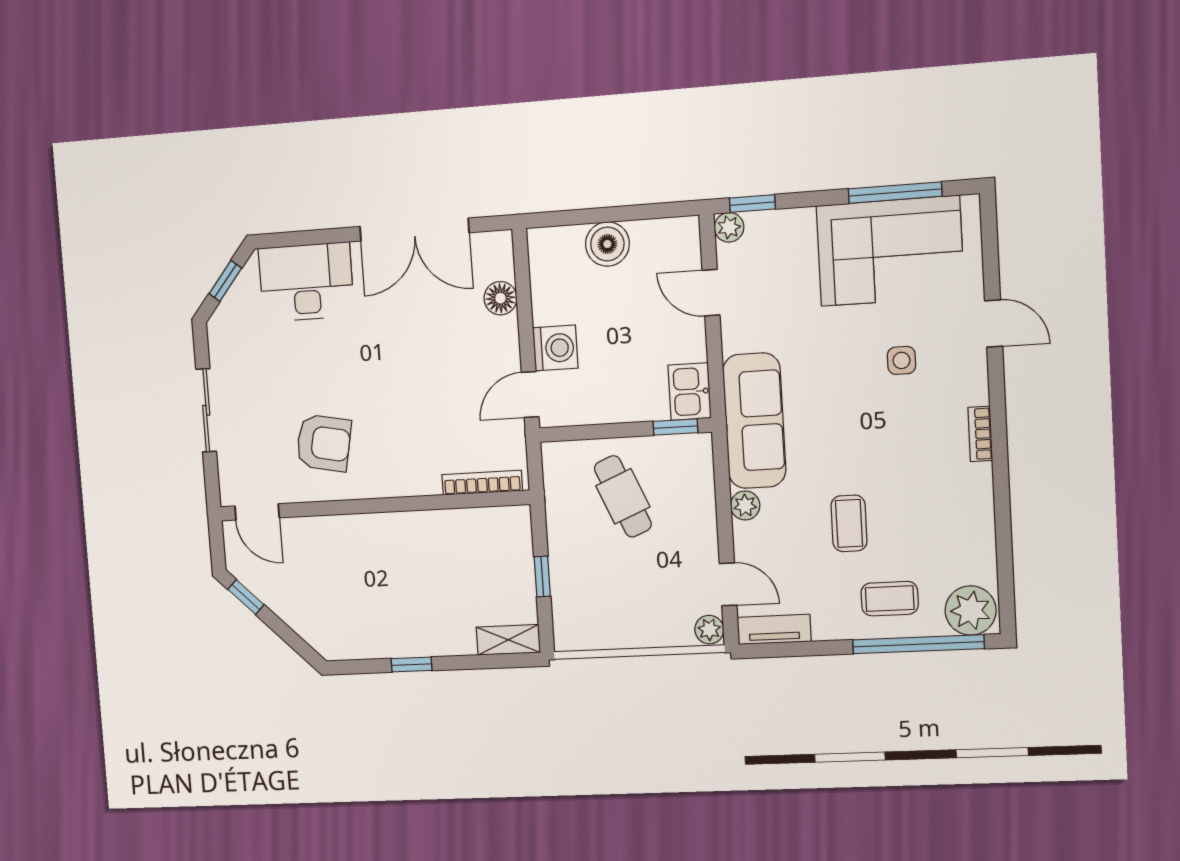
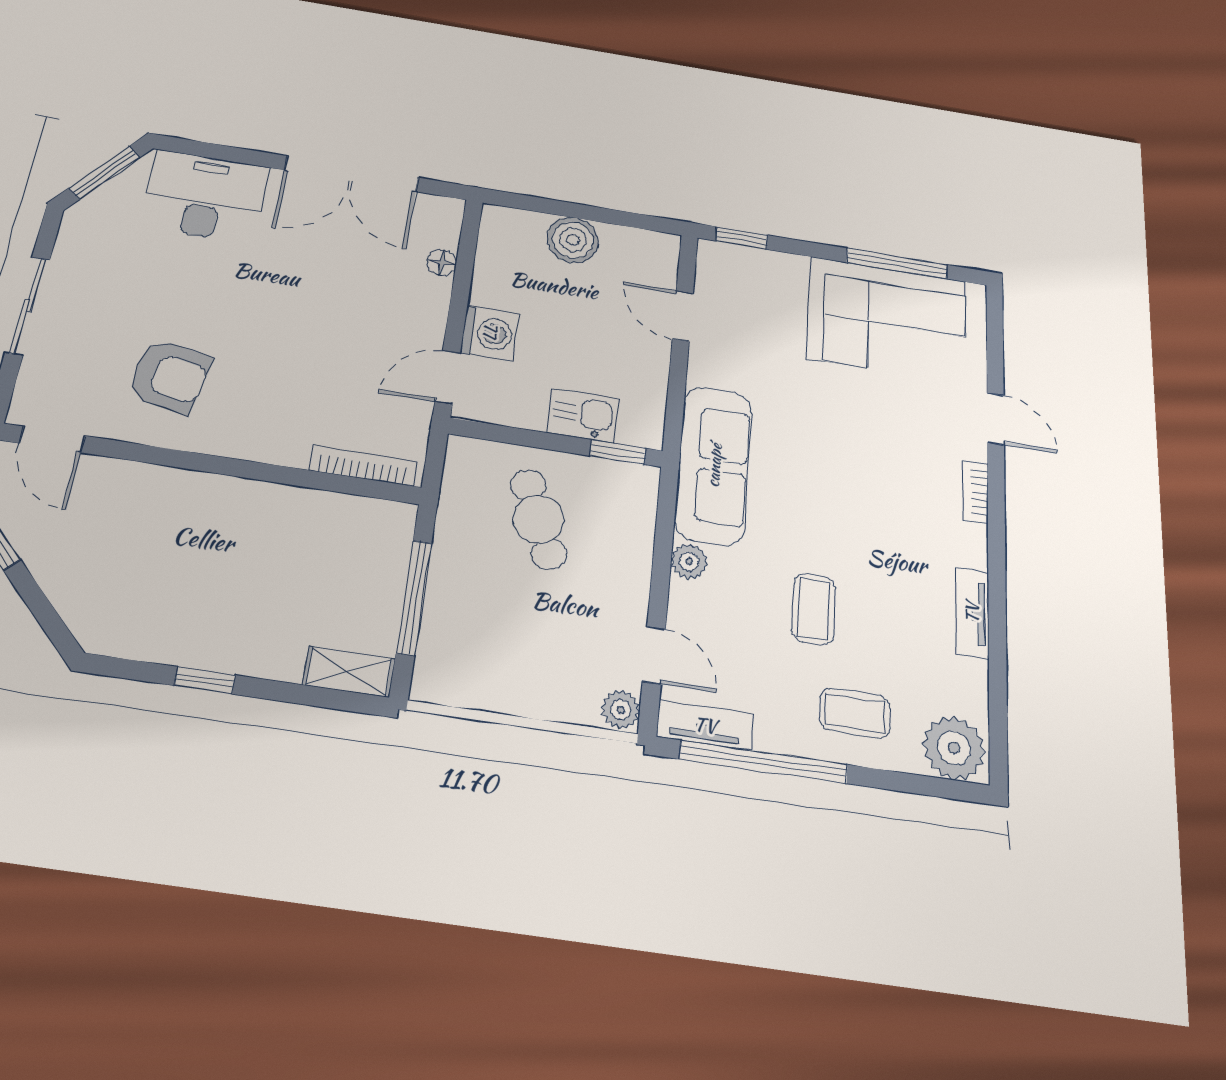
plant: (729, 227) -> (713, 255), removed
window: (225, 281) -> (105, 173), width x1.50
floor lamp: (500, 298) -> (442, 262), width x0.73, depth x0.73
side table: (901, 360) -> (891, 436), removed
kitchen sink: (690, 392) -> (583, 415), moved, turned 90
bookcase: (980, 434) -> (975, 492), moved
tv unit: (980, 500) -> (972, 613), added
window: (542, 577) -> (414, 598), width x2.17
window: (918, 644) -> (764, 762), moved

